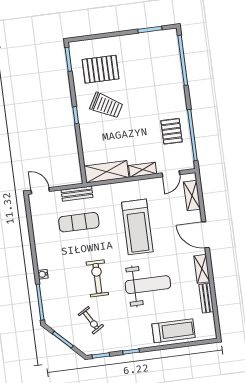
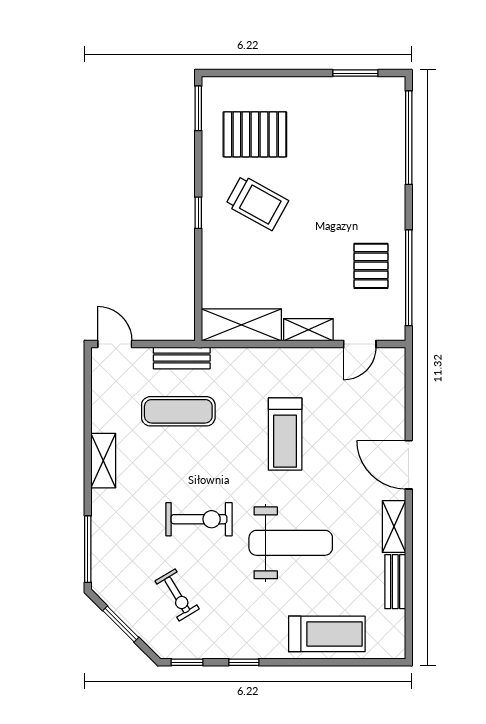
shelving: (192, 196) -> (103, 461), moved
treadmill: (137, 227) -> (285, 434), width x0.73, depth x0.73
water cooler: (43, 274) -> (100, 499), removed
exercise bike: (97, 278) -> (199, 519), turned 90

